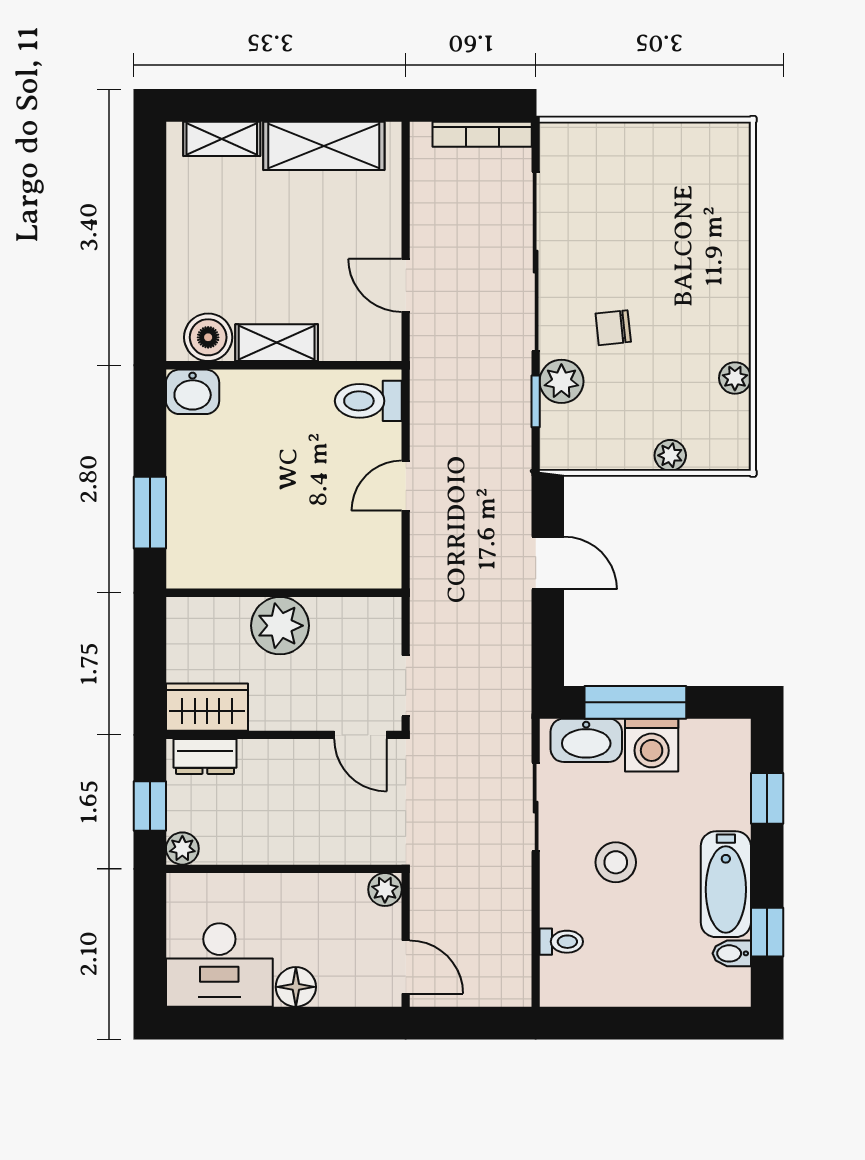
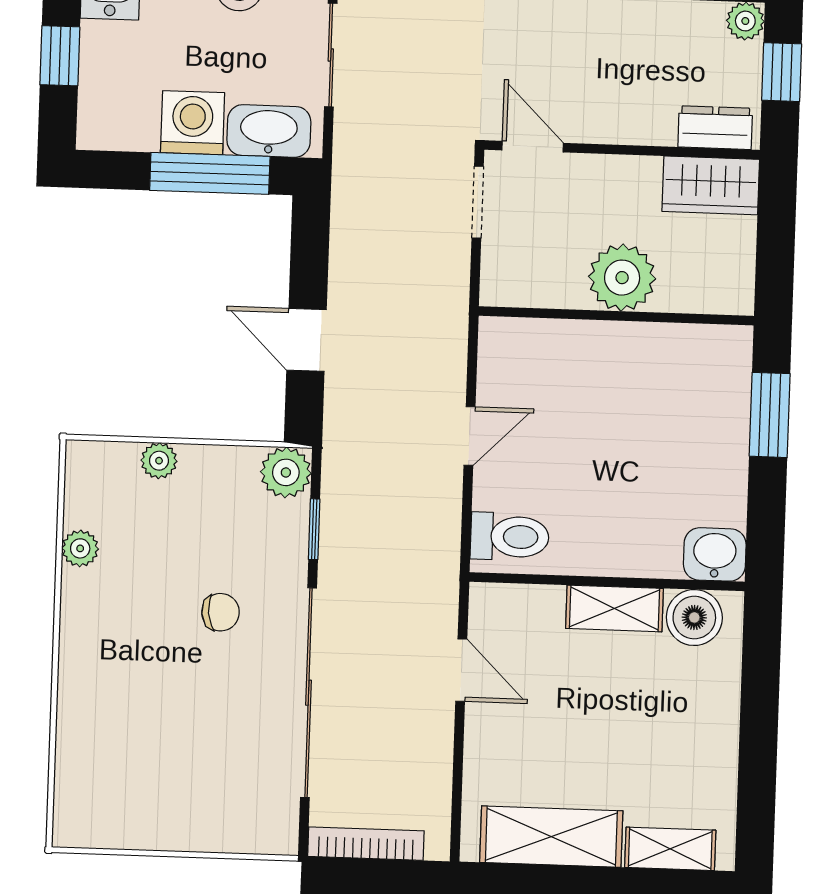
plant: (561, 381) -> (286, 472), moved

